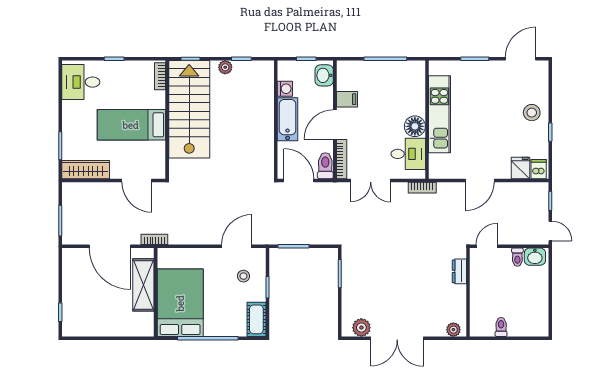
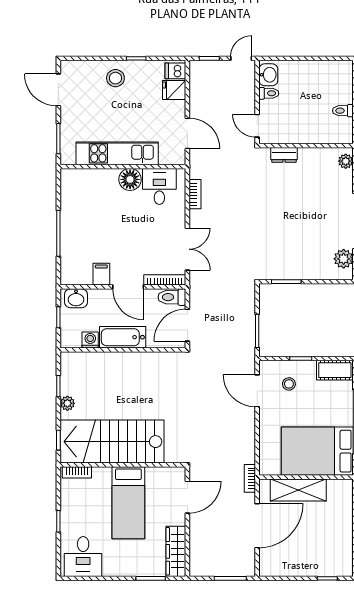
kitchen unit: (439, 114) -> (117, 153), moved
wall: (427, 120) -> (123, 167), moved
floor lamp: (415, 126) -> (130, 179), moved
desk: (408, 154) -> (159, 186), moved

